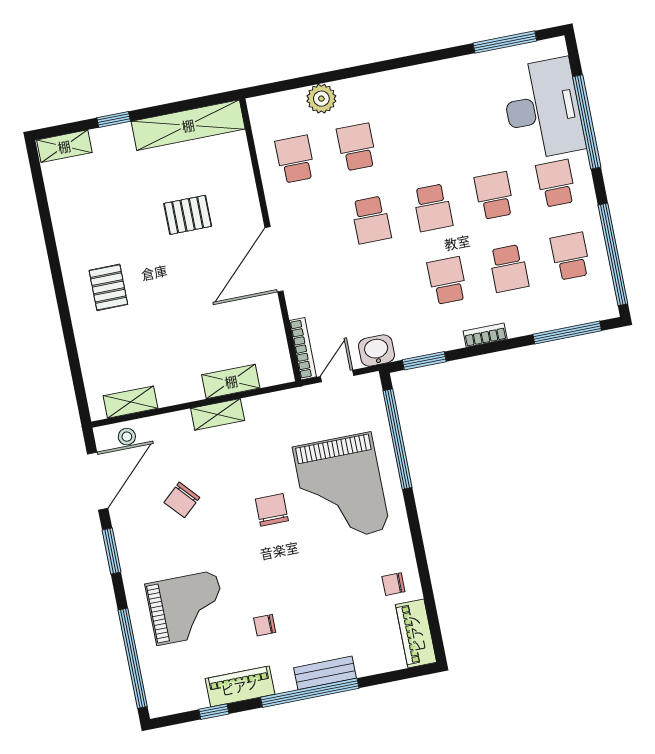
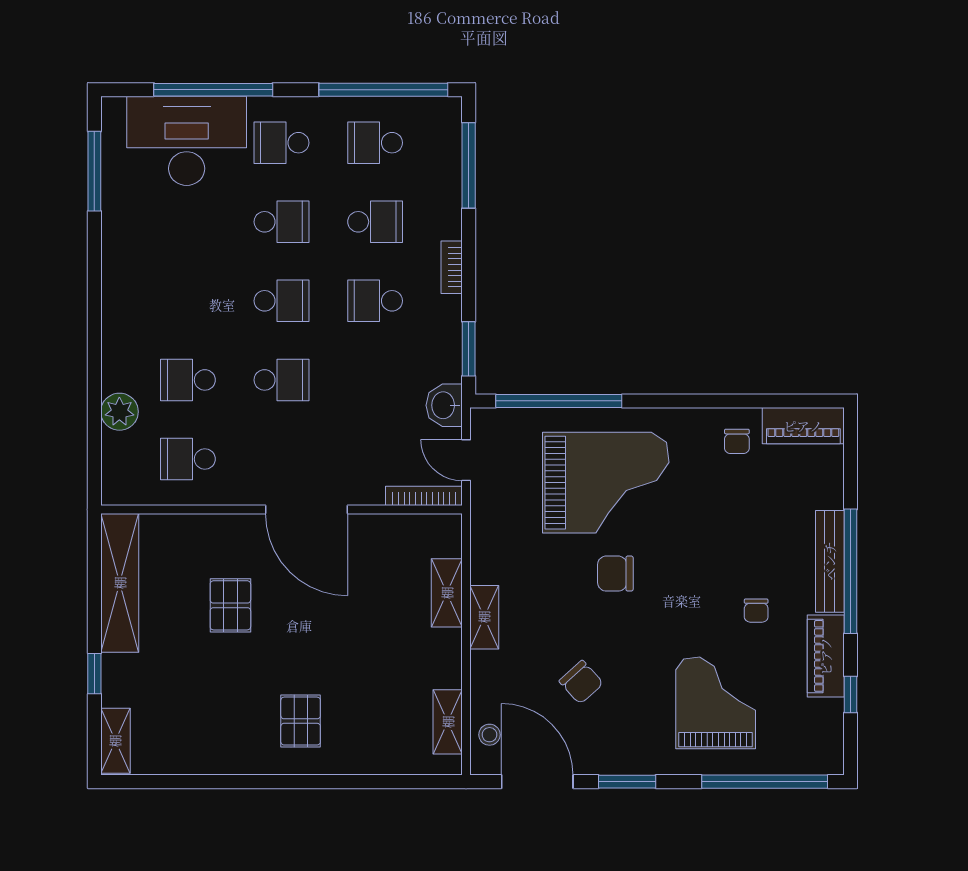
school desk: (494, 195) -> (281, 222), turned 180
pallet: (108, 287) -> (301, 721), turned 90
bench: (325, 673) -> (830, 561), width x1.36

